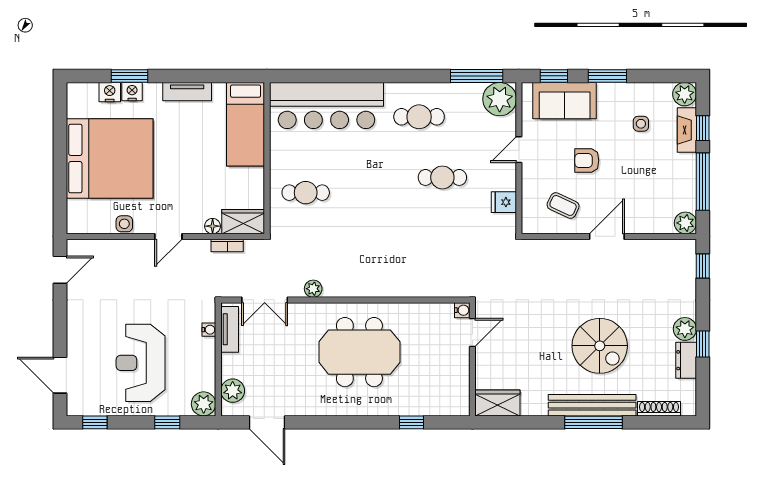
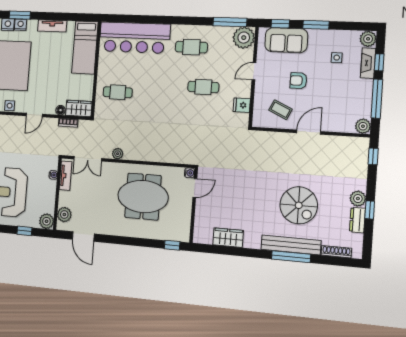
water cooler: (462, 310) -> (189, 173), moved
door: (472, 332) -> (195, 188), moved
wall: (472, 359) -> (194, 206), moved

